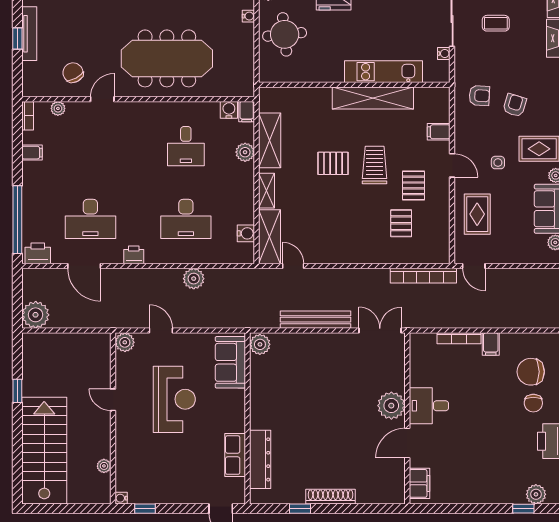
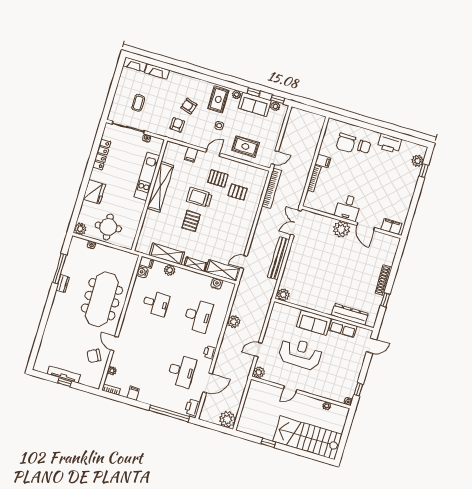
sofa: (230, 362) -> (314, 322), moved

